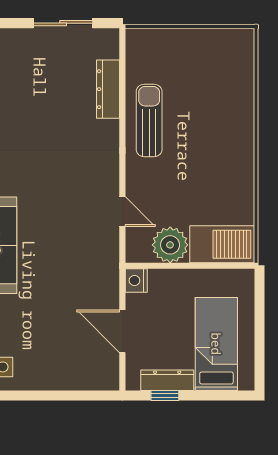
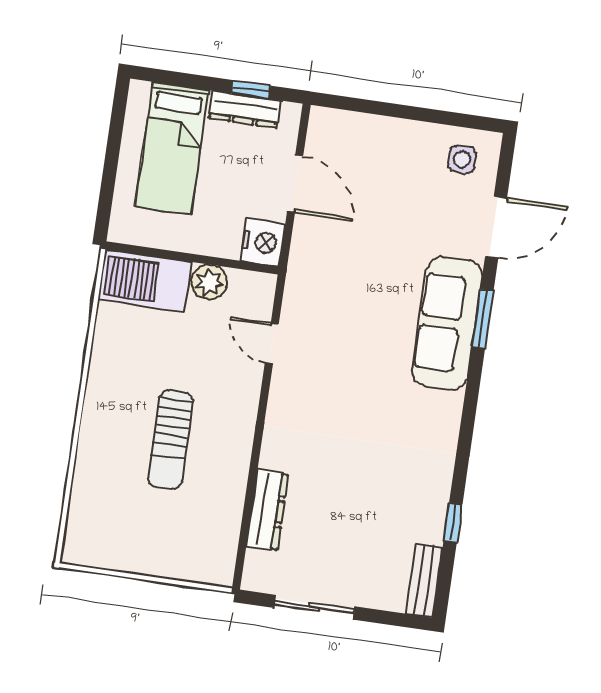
sun lounger: (149, 121) -> (171, 440), moved
plant: (170, 245) -> (209, 282), width x0.73, depth x0.73
nightstand: (136, 281) -> (263, 242), width x1.36, depth x1.33

